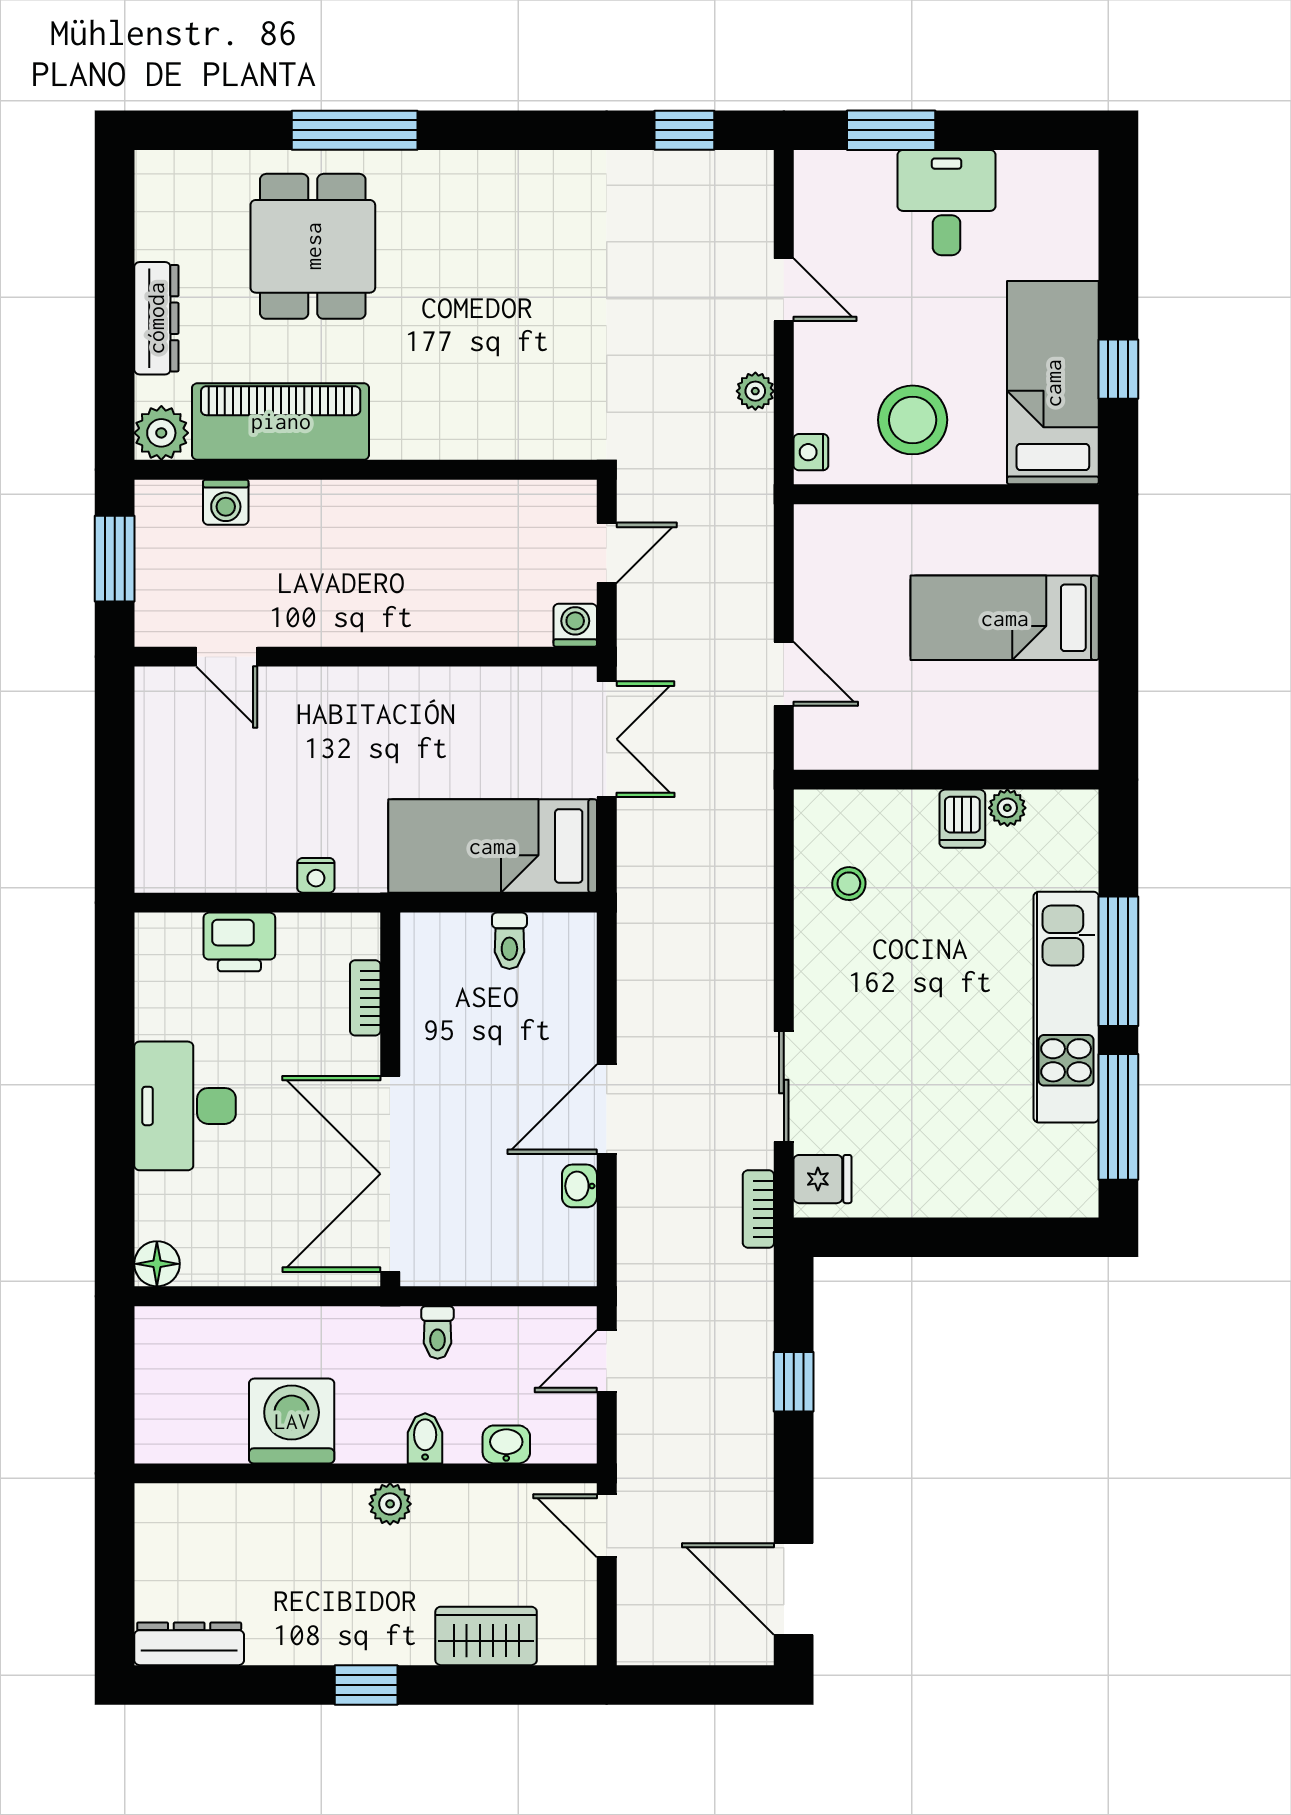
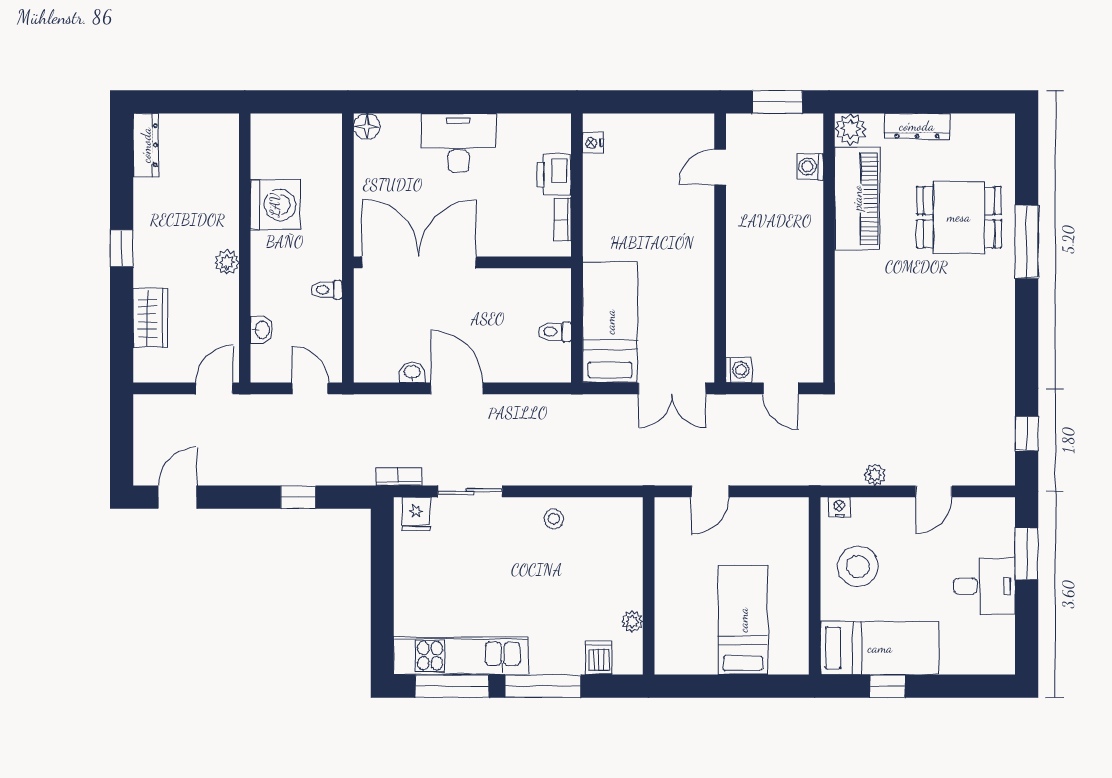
dishwasher: (962, 819) -> (599, 658), moved, turned 90
nightstand: (316, 875) -> (593, 143), moved
stool: (849, 884) -> (554, 519), moved
bookcase: (365, 998) -> (562, 220), moved, turned -90
kitchen unit: (1066, 1007) -> (461, 656), moved
bidet: (425, 1438) -> (265, 283), removed
door: (794, 1589) -> (178, 497), width x0.73

